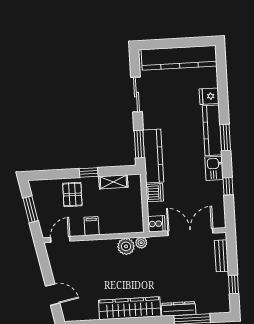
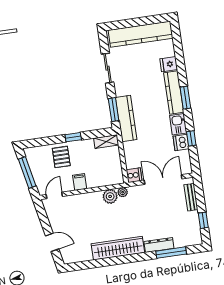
shelving: (113, 182) -> (106, 142), moved
dishwasher: (155, 193) -> (181, 142), moved, turned 180
window: (30, 209) -> (27, 173), width x1.44

